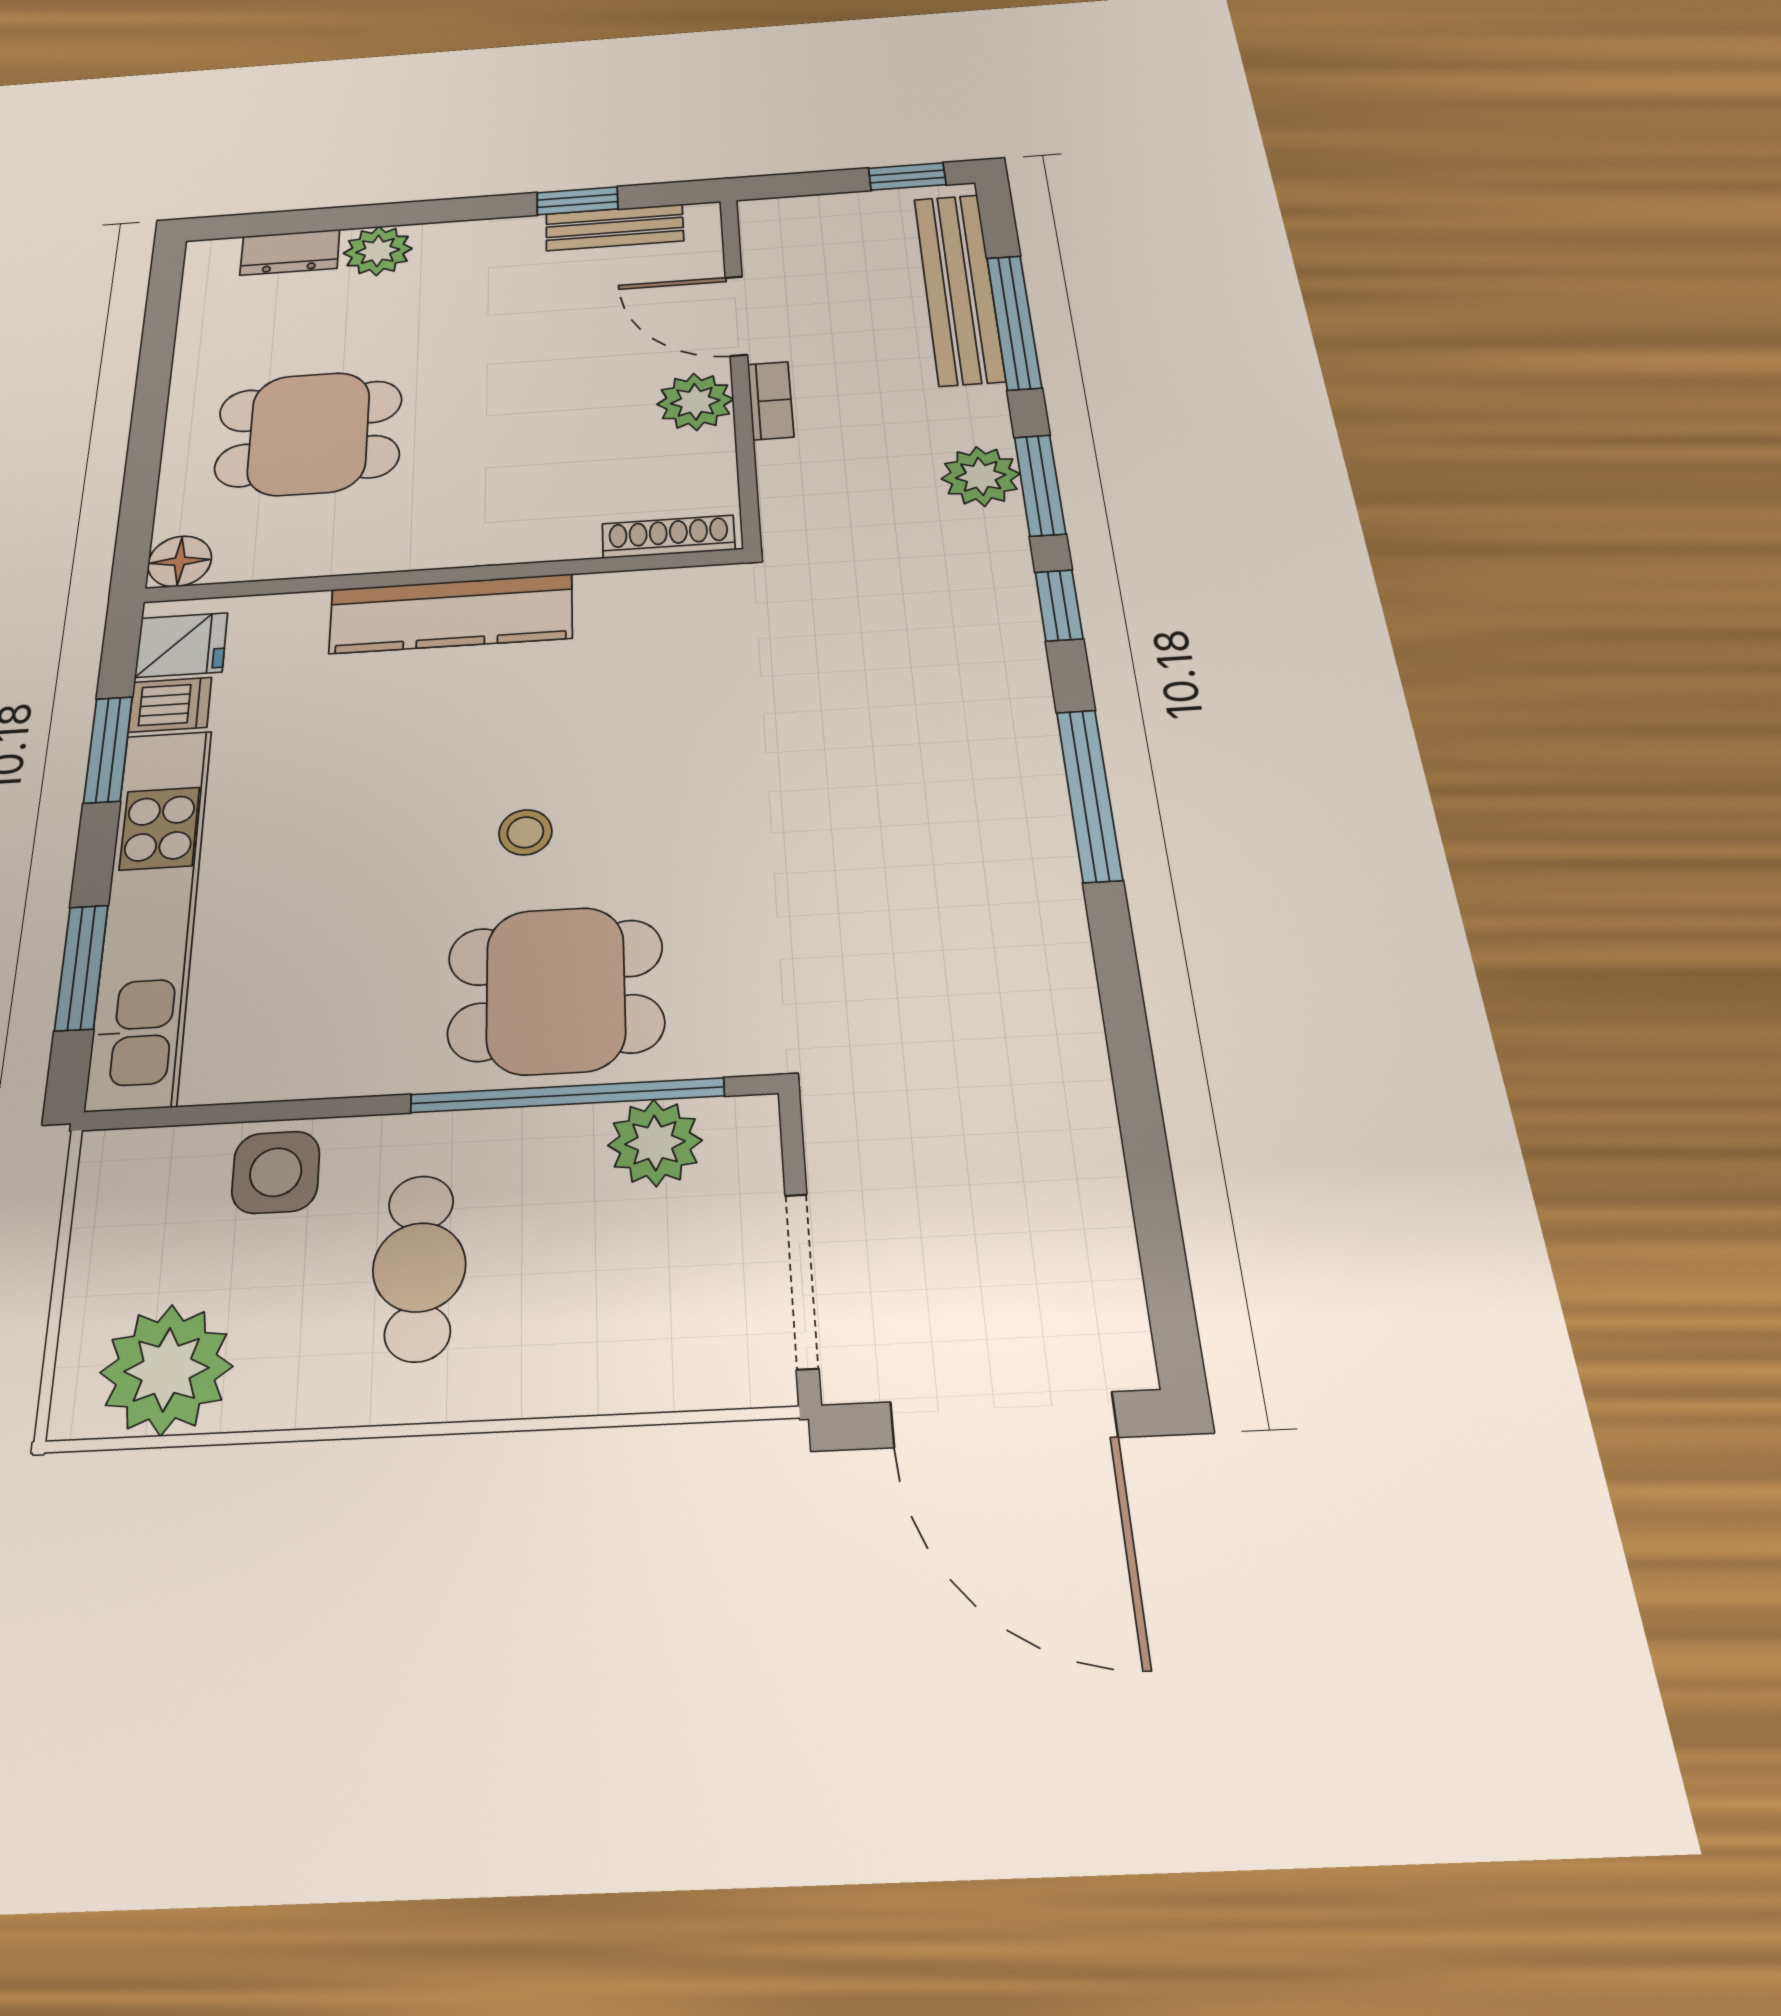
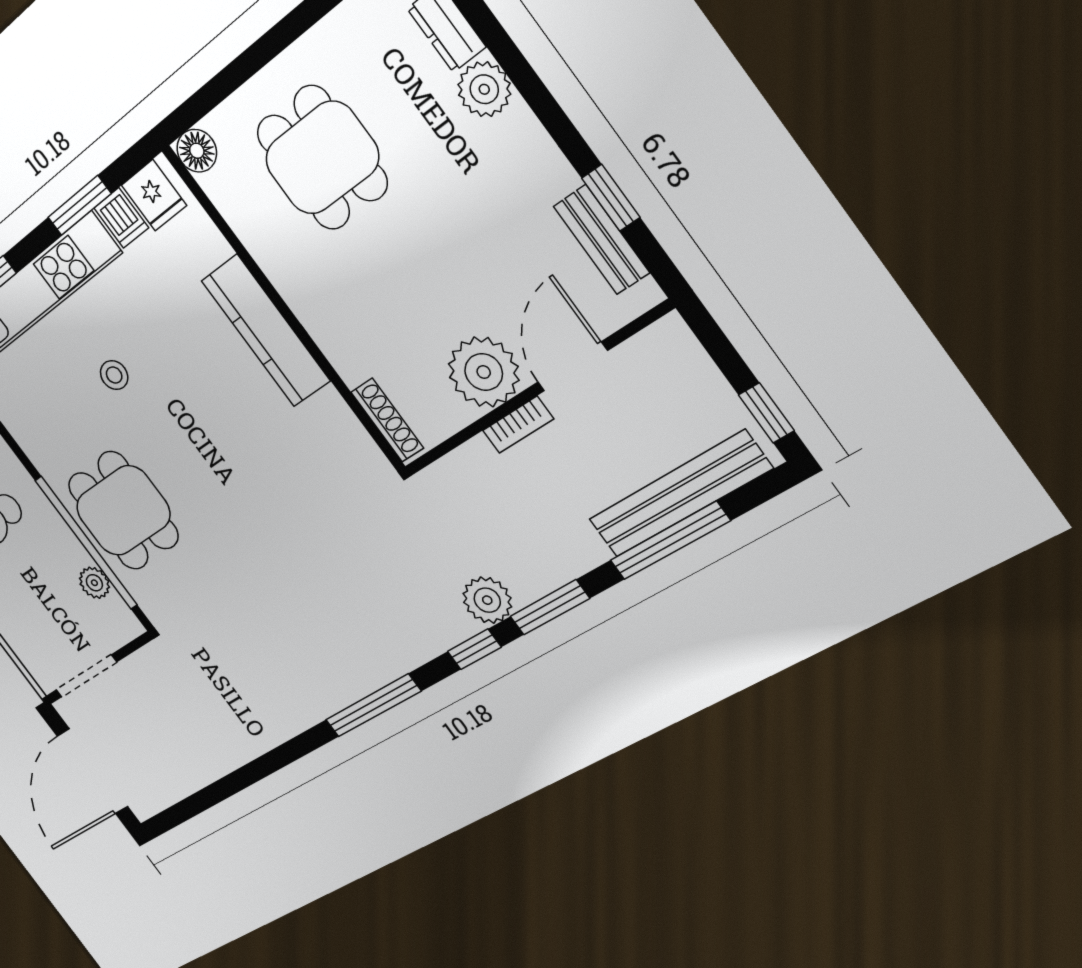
plant: (695, 402) -> (484, 372), width x1.36, depth x1.36
plant: (981, 476) -> (487, 600), moved
stool: (525, 832) -> (114, 375), moved
plant: (655, 1143) -> (94, 583), width x0.73, depth x0.73

